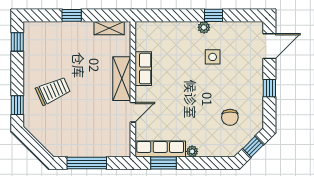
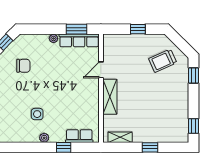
window: (213, 15) -> (64, 147), moved
row of seats: (143, 69) -> (79, 136), moved, turned 90
trolley: (53, 91) -> (163, 61), moved
chair: (230, 117) -> (23, 66), turned 91
window: (87, 163) -> (138, 29), width x0.46

